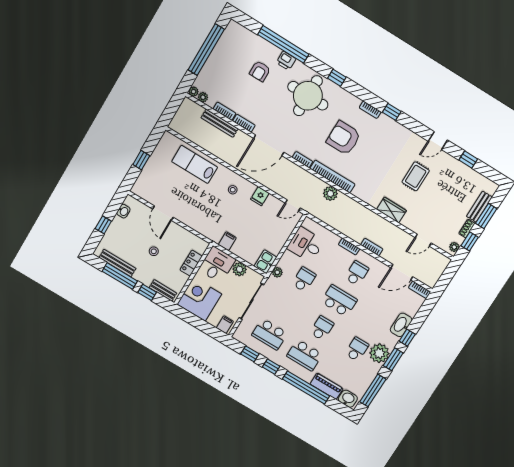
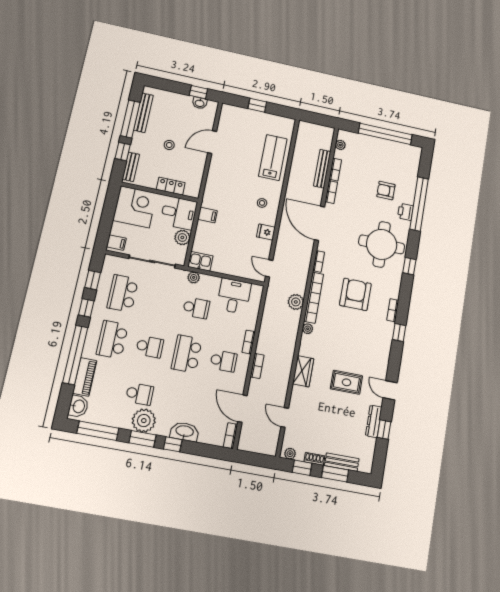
plant: (193, 92) -> (308, 329), moved
dresser: (458, 166) -> (374, 421), added
window: (103, 225) -> (198, 92), moved
school desk: (339, 301) -> (187, 354), turned 180

